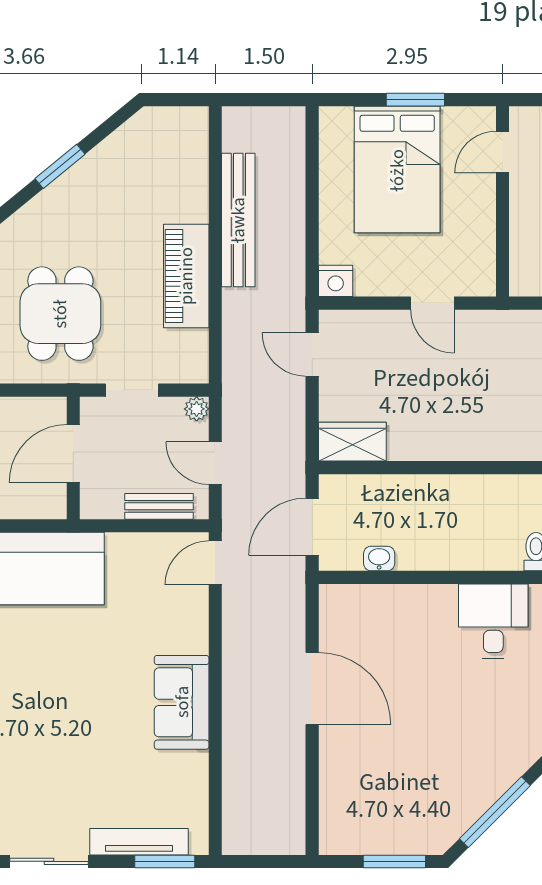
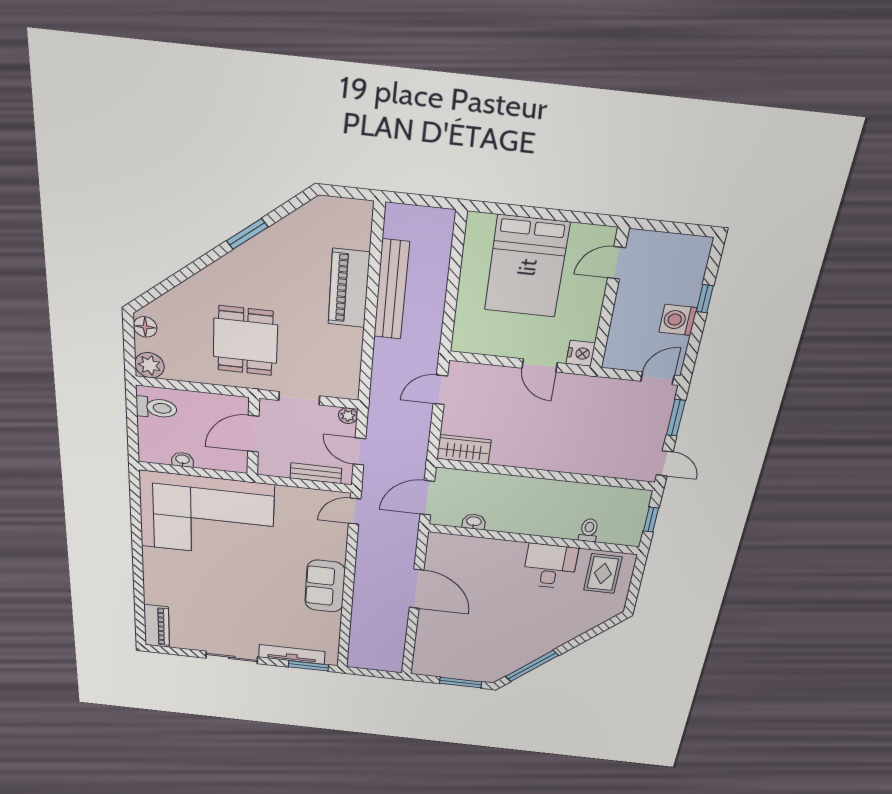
window: (415, 100) -> (550, 214), removed
piano: (186, 276) -> (349, 288), moved
nightstand: (336, 281) -> (581, 353), moved, turned -90
door: (312, 355) -> (440, 390), hinge flipped

